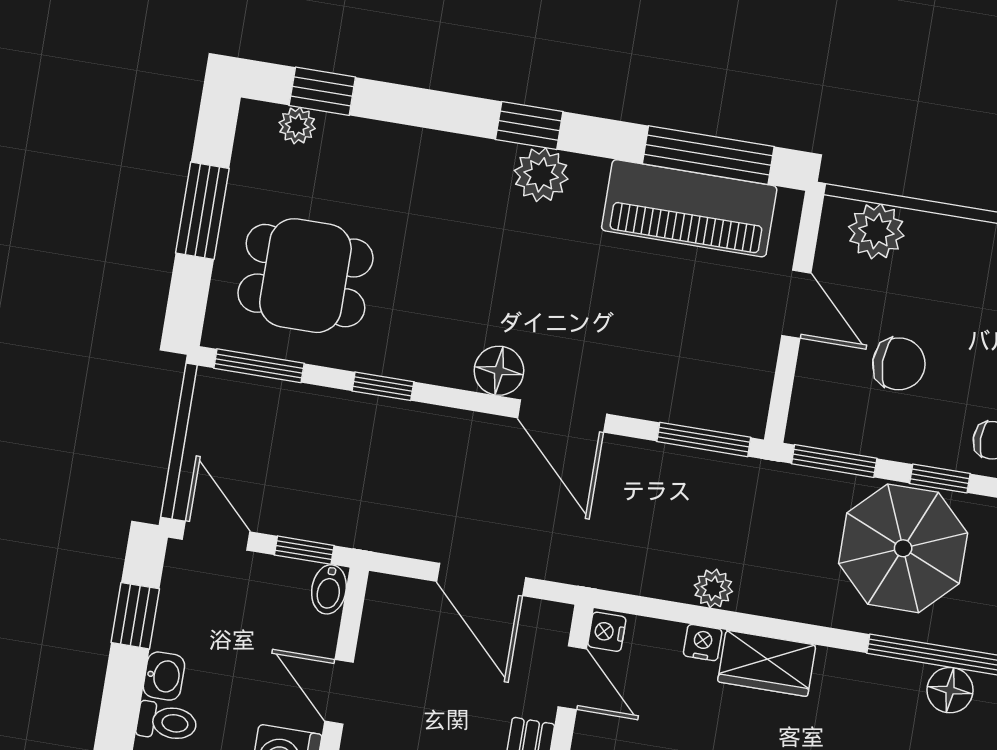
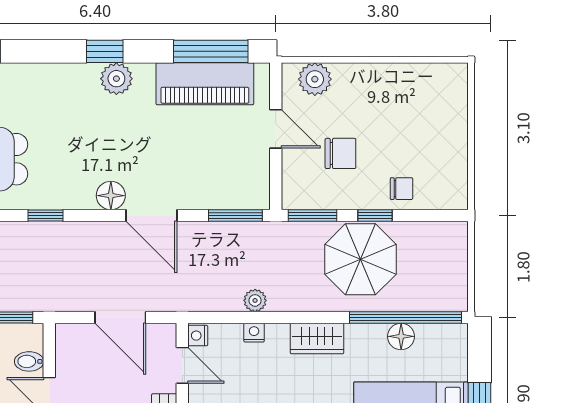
bidet: (329, 589) -> (29, 361), moved, turned 90
wardrobe: (767, 663) -> (317, 339), moved

